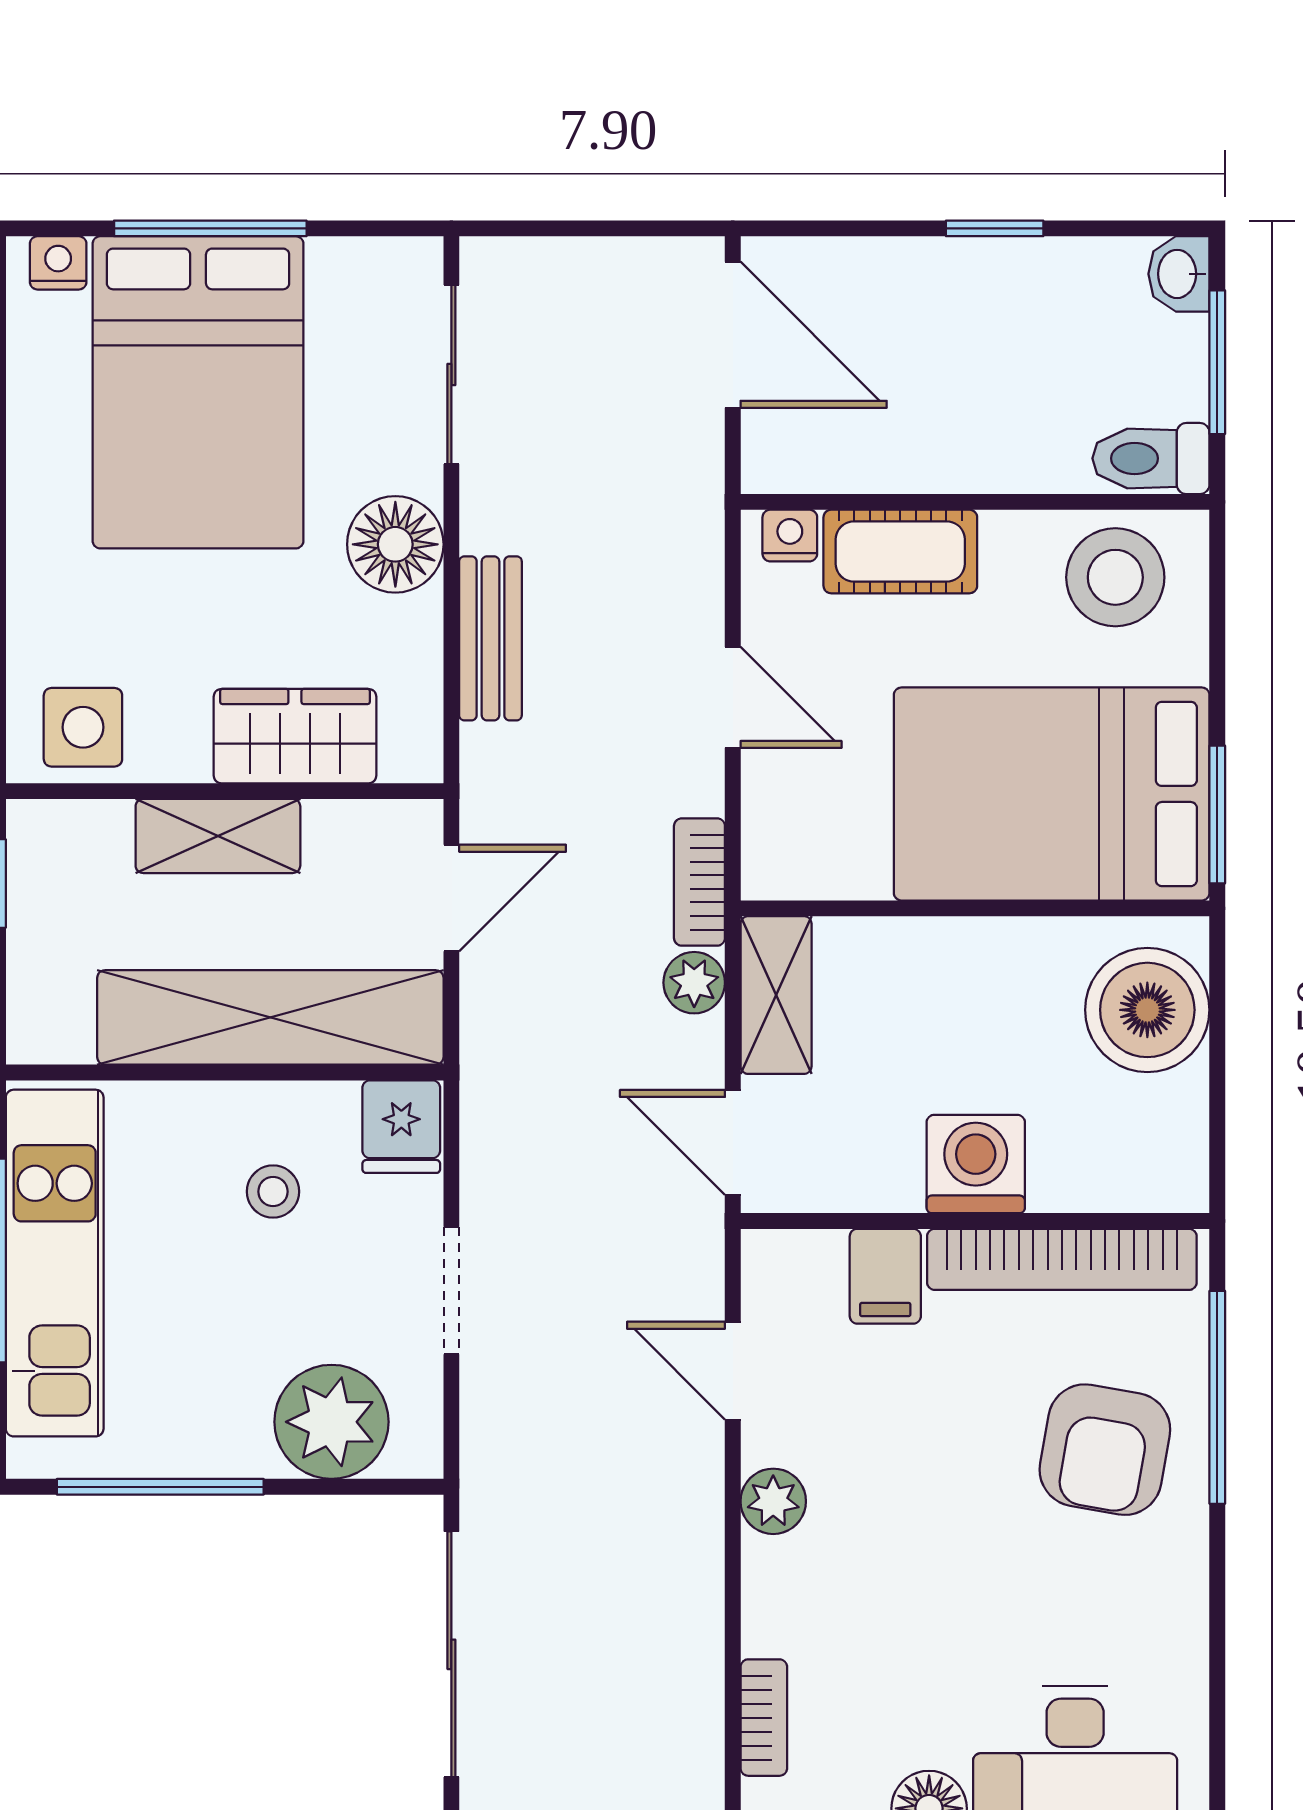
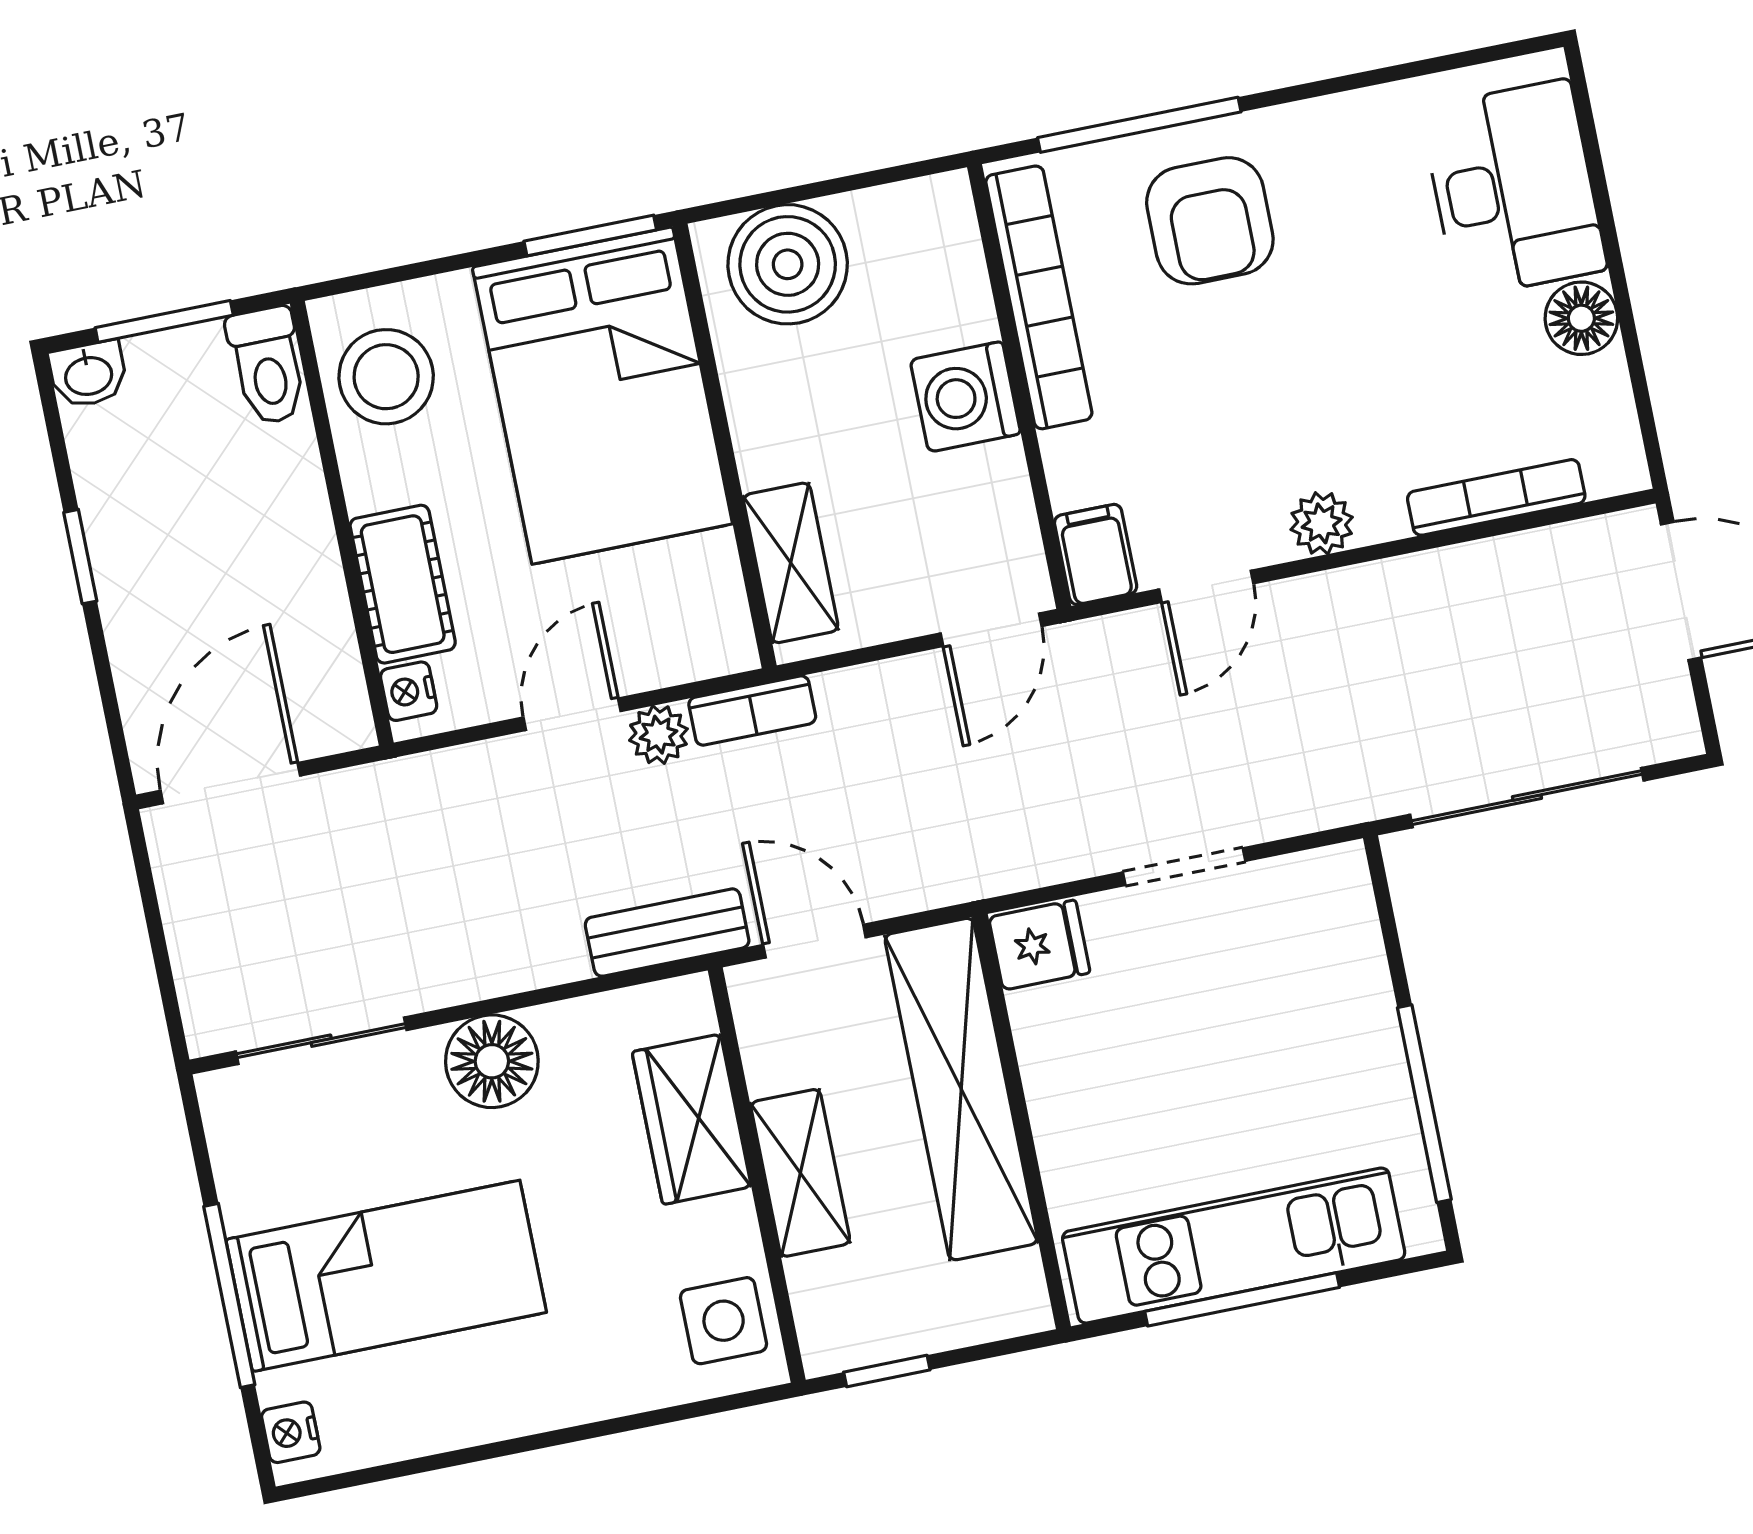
bed: (198, 392) -> (386, 1276), width x0.67
bench: (490, 638) -> (667, 933), moved
plant: (694, 983) -> (658, 735), moved
shelving: (776, 995) -> (791, 563), moved, turned 90
stool: (273, 1192) -> (1125, 1053), removed
filing cabinet: (885, 1276) -> (1096, 554), moved, turned -90
plant: (331, 1422) -> (1331, 955), removed
armchair: (1105, 1450) -> (1210, 221), turned 80
bookcase: (764, 1718) -> (1496, 497), width x1.56

